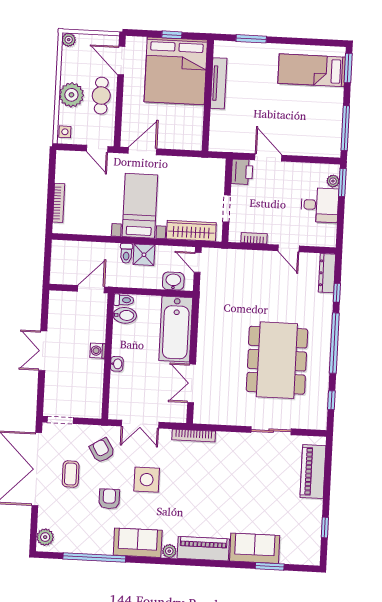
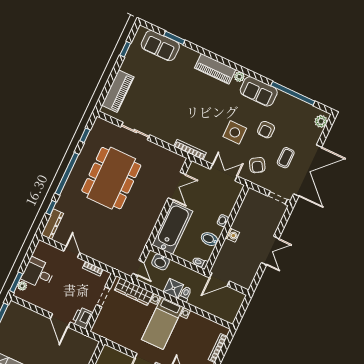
bidet: (125, 315) -> (210, 239), moved
sofa: (255, 548) -> (160, 46), moved

